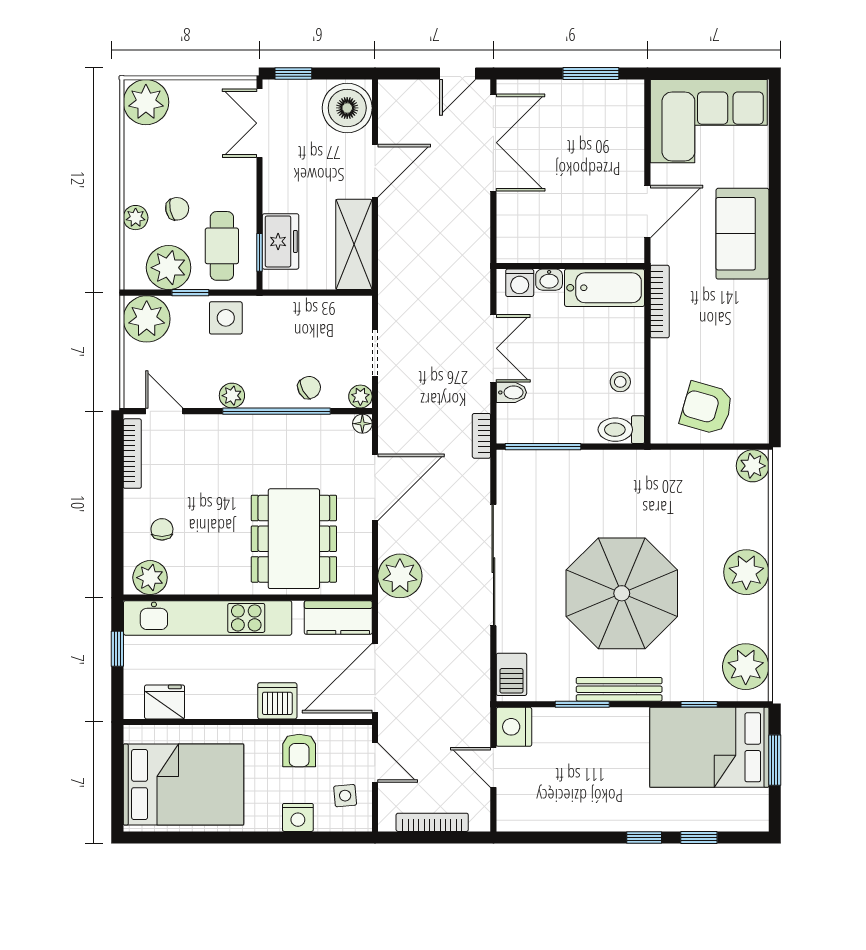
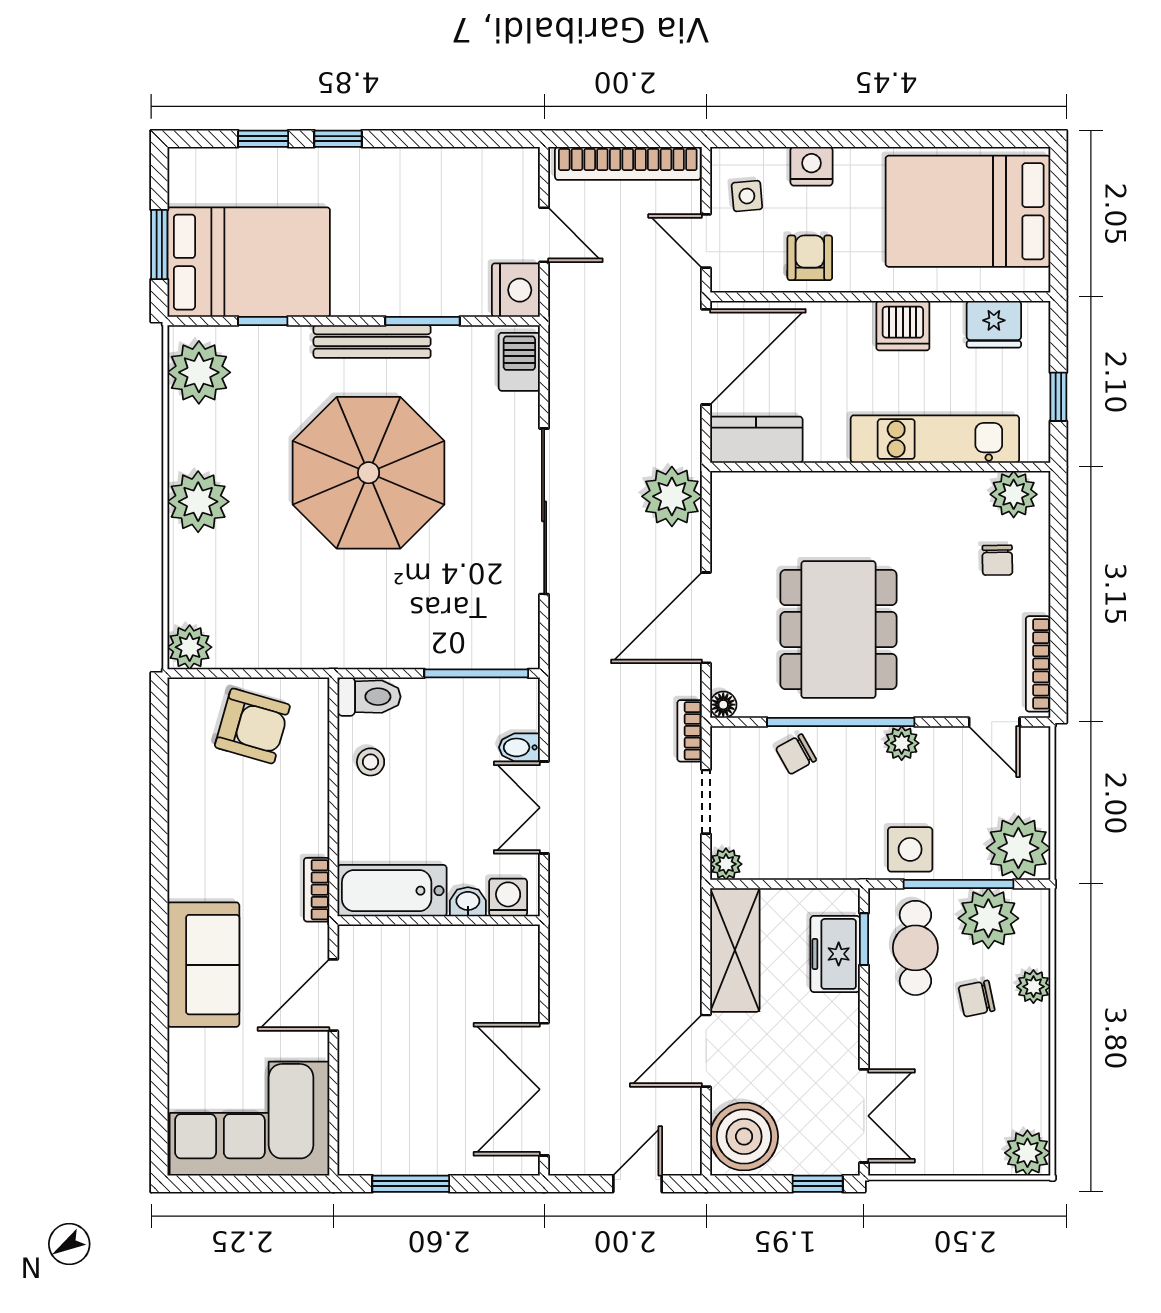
door: (458, 74) -> (637, 1184), moved
plant: (146, 102) -> (1027, 1153), width x0.73, depth x0.73
window: (190, 293) -> (959, 884), width x2.17
bookcase: (660, 302) -> (317, 890), width x0.64
plant: (360, 396) -> (726, 864), moved
bookcase: (481, 436) -> (690, 731), moved, turned 180
dining table: (294, 539) -> (838, 630), moved
kitchen unit: (208, 618) -> (935, 439), width x0.73
dishwasher: (277, 701) -> (903, 326), moved
bookcase: (432, 822) -> (628, 163), width x1.48, depth x1.31

